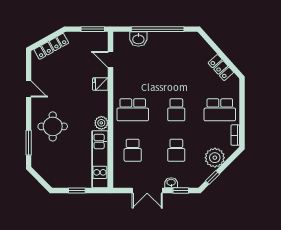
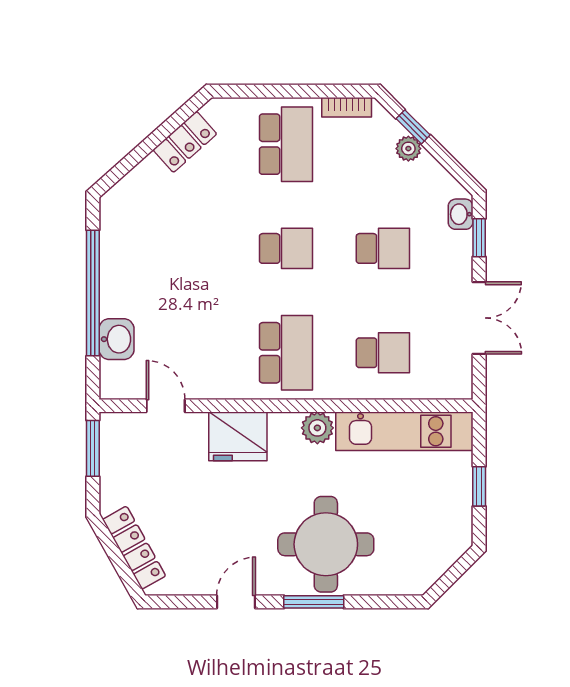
door: (111, 59) -> (166, 406), swing flipped
fridge: (100, 84) -> (238, 436), width x1.88, depth x1.34
round table: (53, 126) -> (326, 544), width x1.36, depth x1.36
window: (29, 143) -> (314, 602), moved
plant: (215, 158) -> (408, 149), width x0.53, depth x0.53
window: (213, 177) -> (413, 127), moved
washbasin: (171, 183) -> (461, 214), moved

